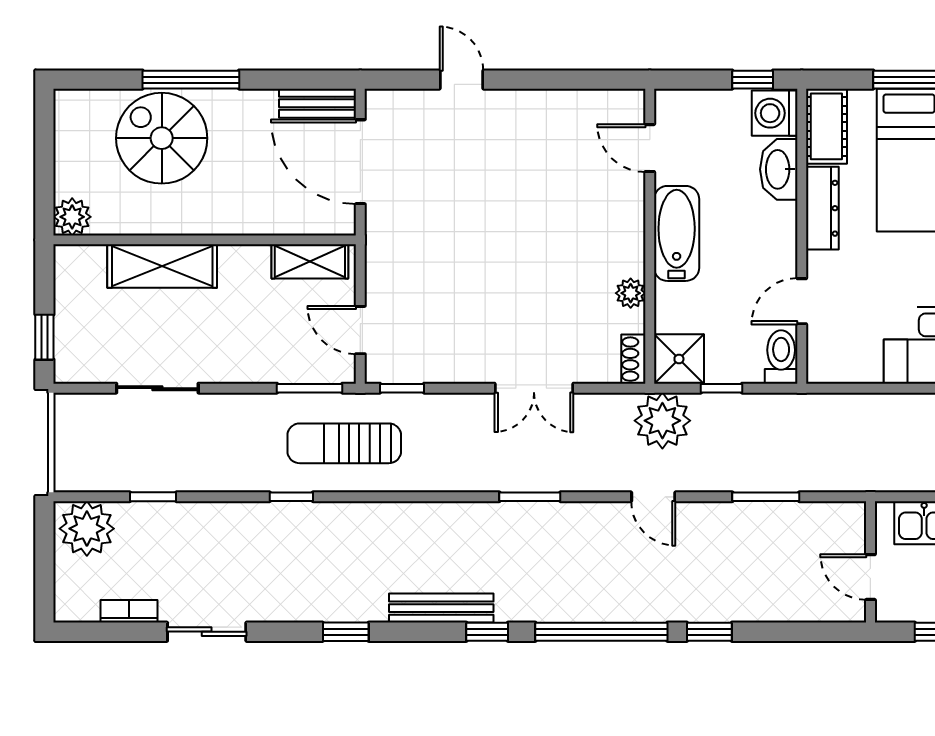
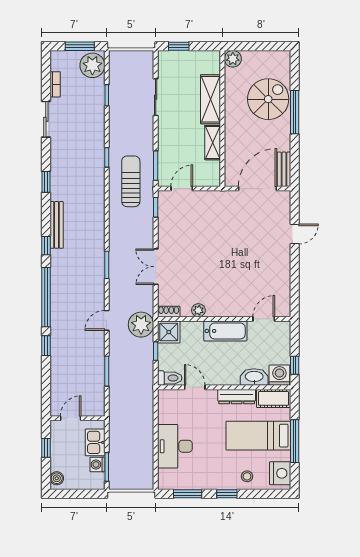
shelving: (310, 261) -> (213, 143), moved
window: (44, 557) -> (80, 46), added

